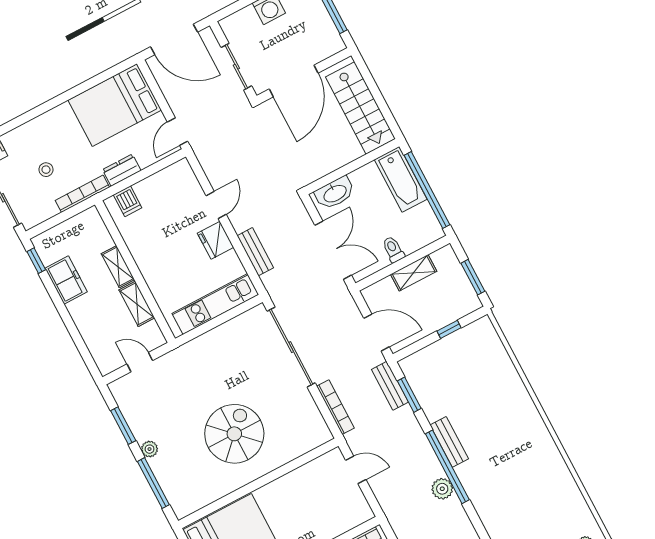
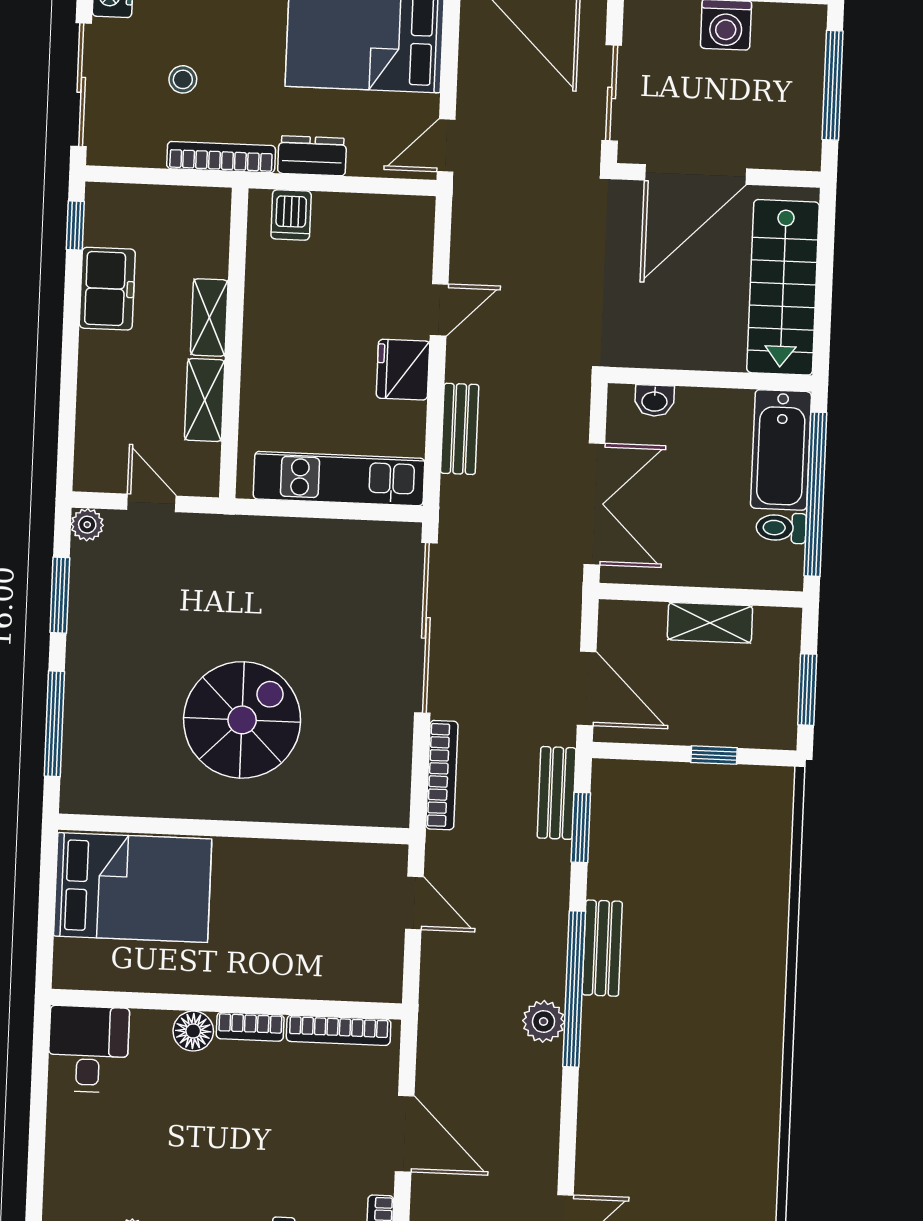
washbasin: (335, 193) -> (654, 401), width x0.52, depth x0.69
toilet: (393, 249) -> (781, 528), moved, turned -90
plant: (149, 449) -> (87, 525), moved

